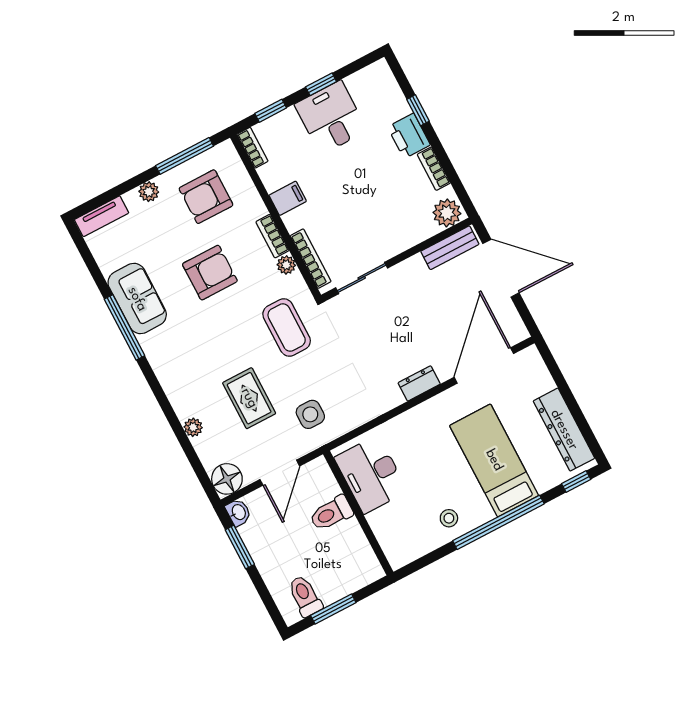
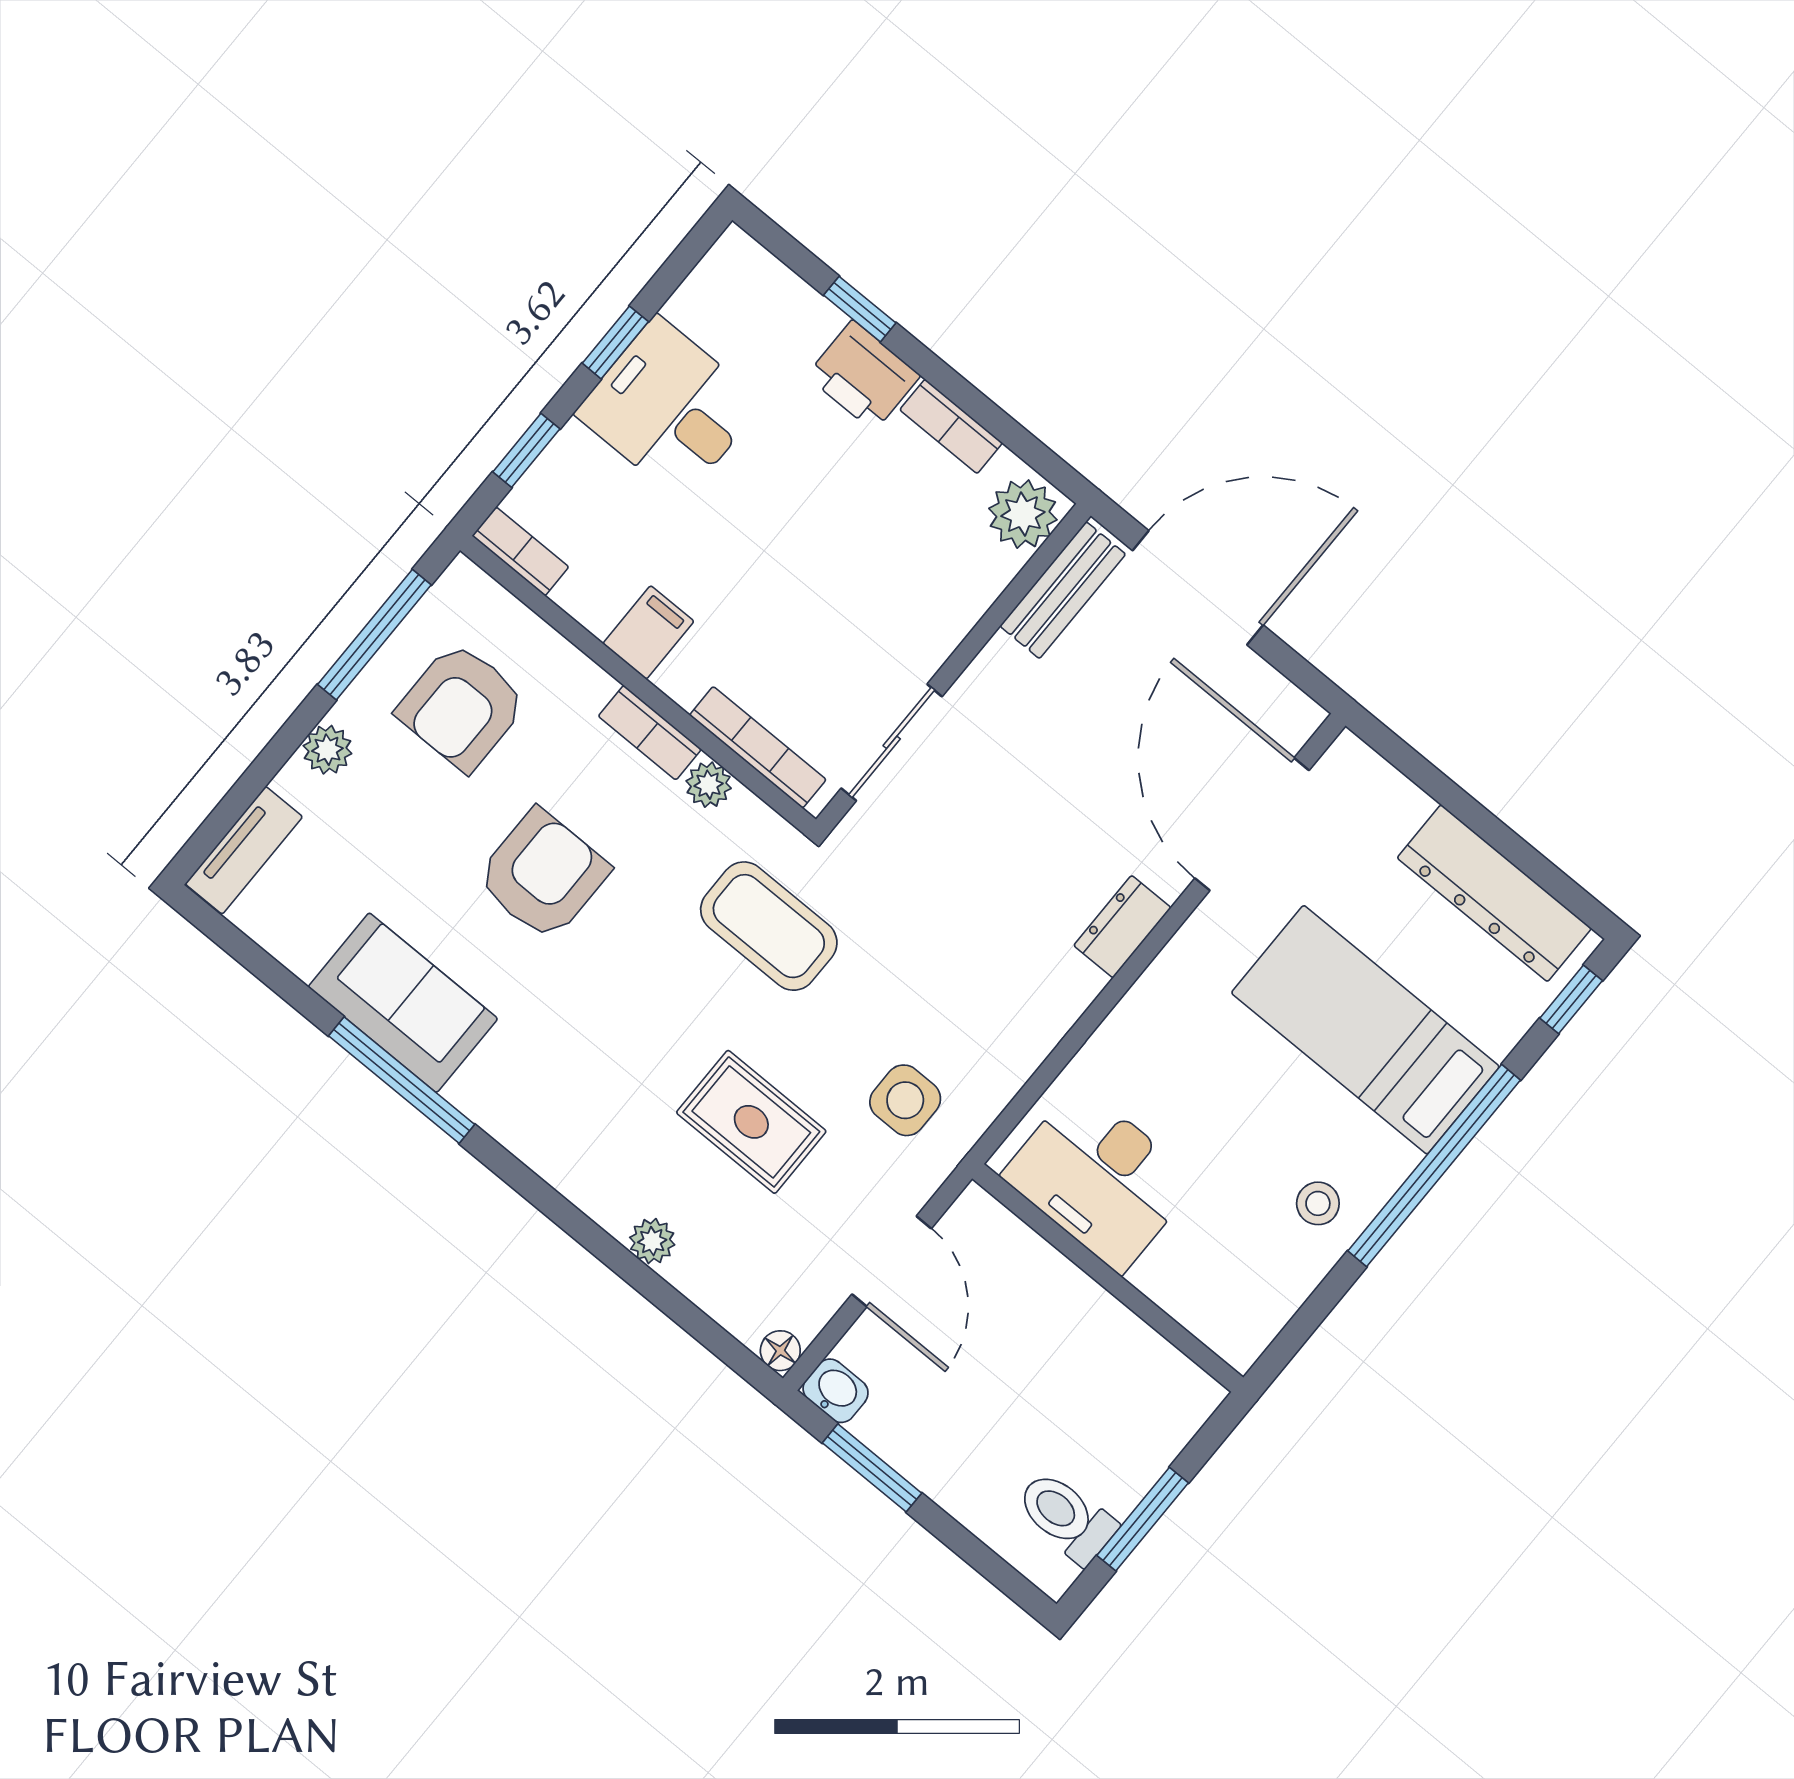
floor lamp: (227, 479) -> (780, 1351), width x0.53, depth x0.53
toilet: (331, 513) -> (1047, 1304), removed

